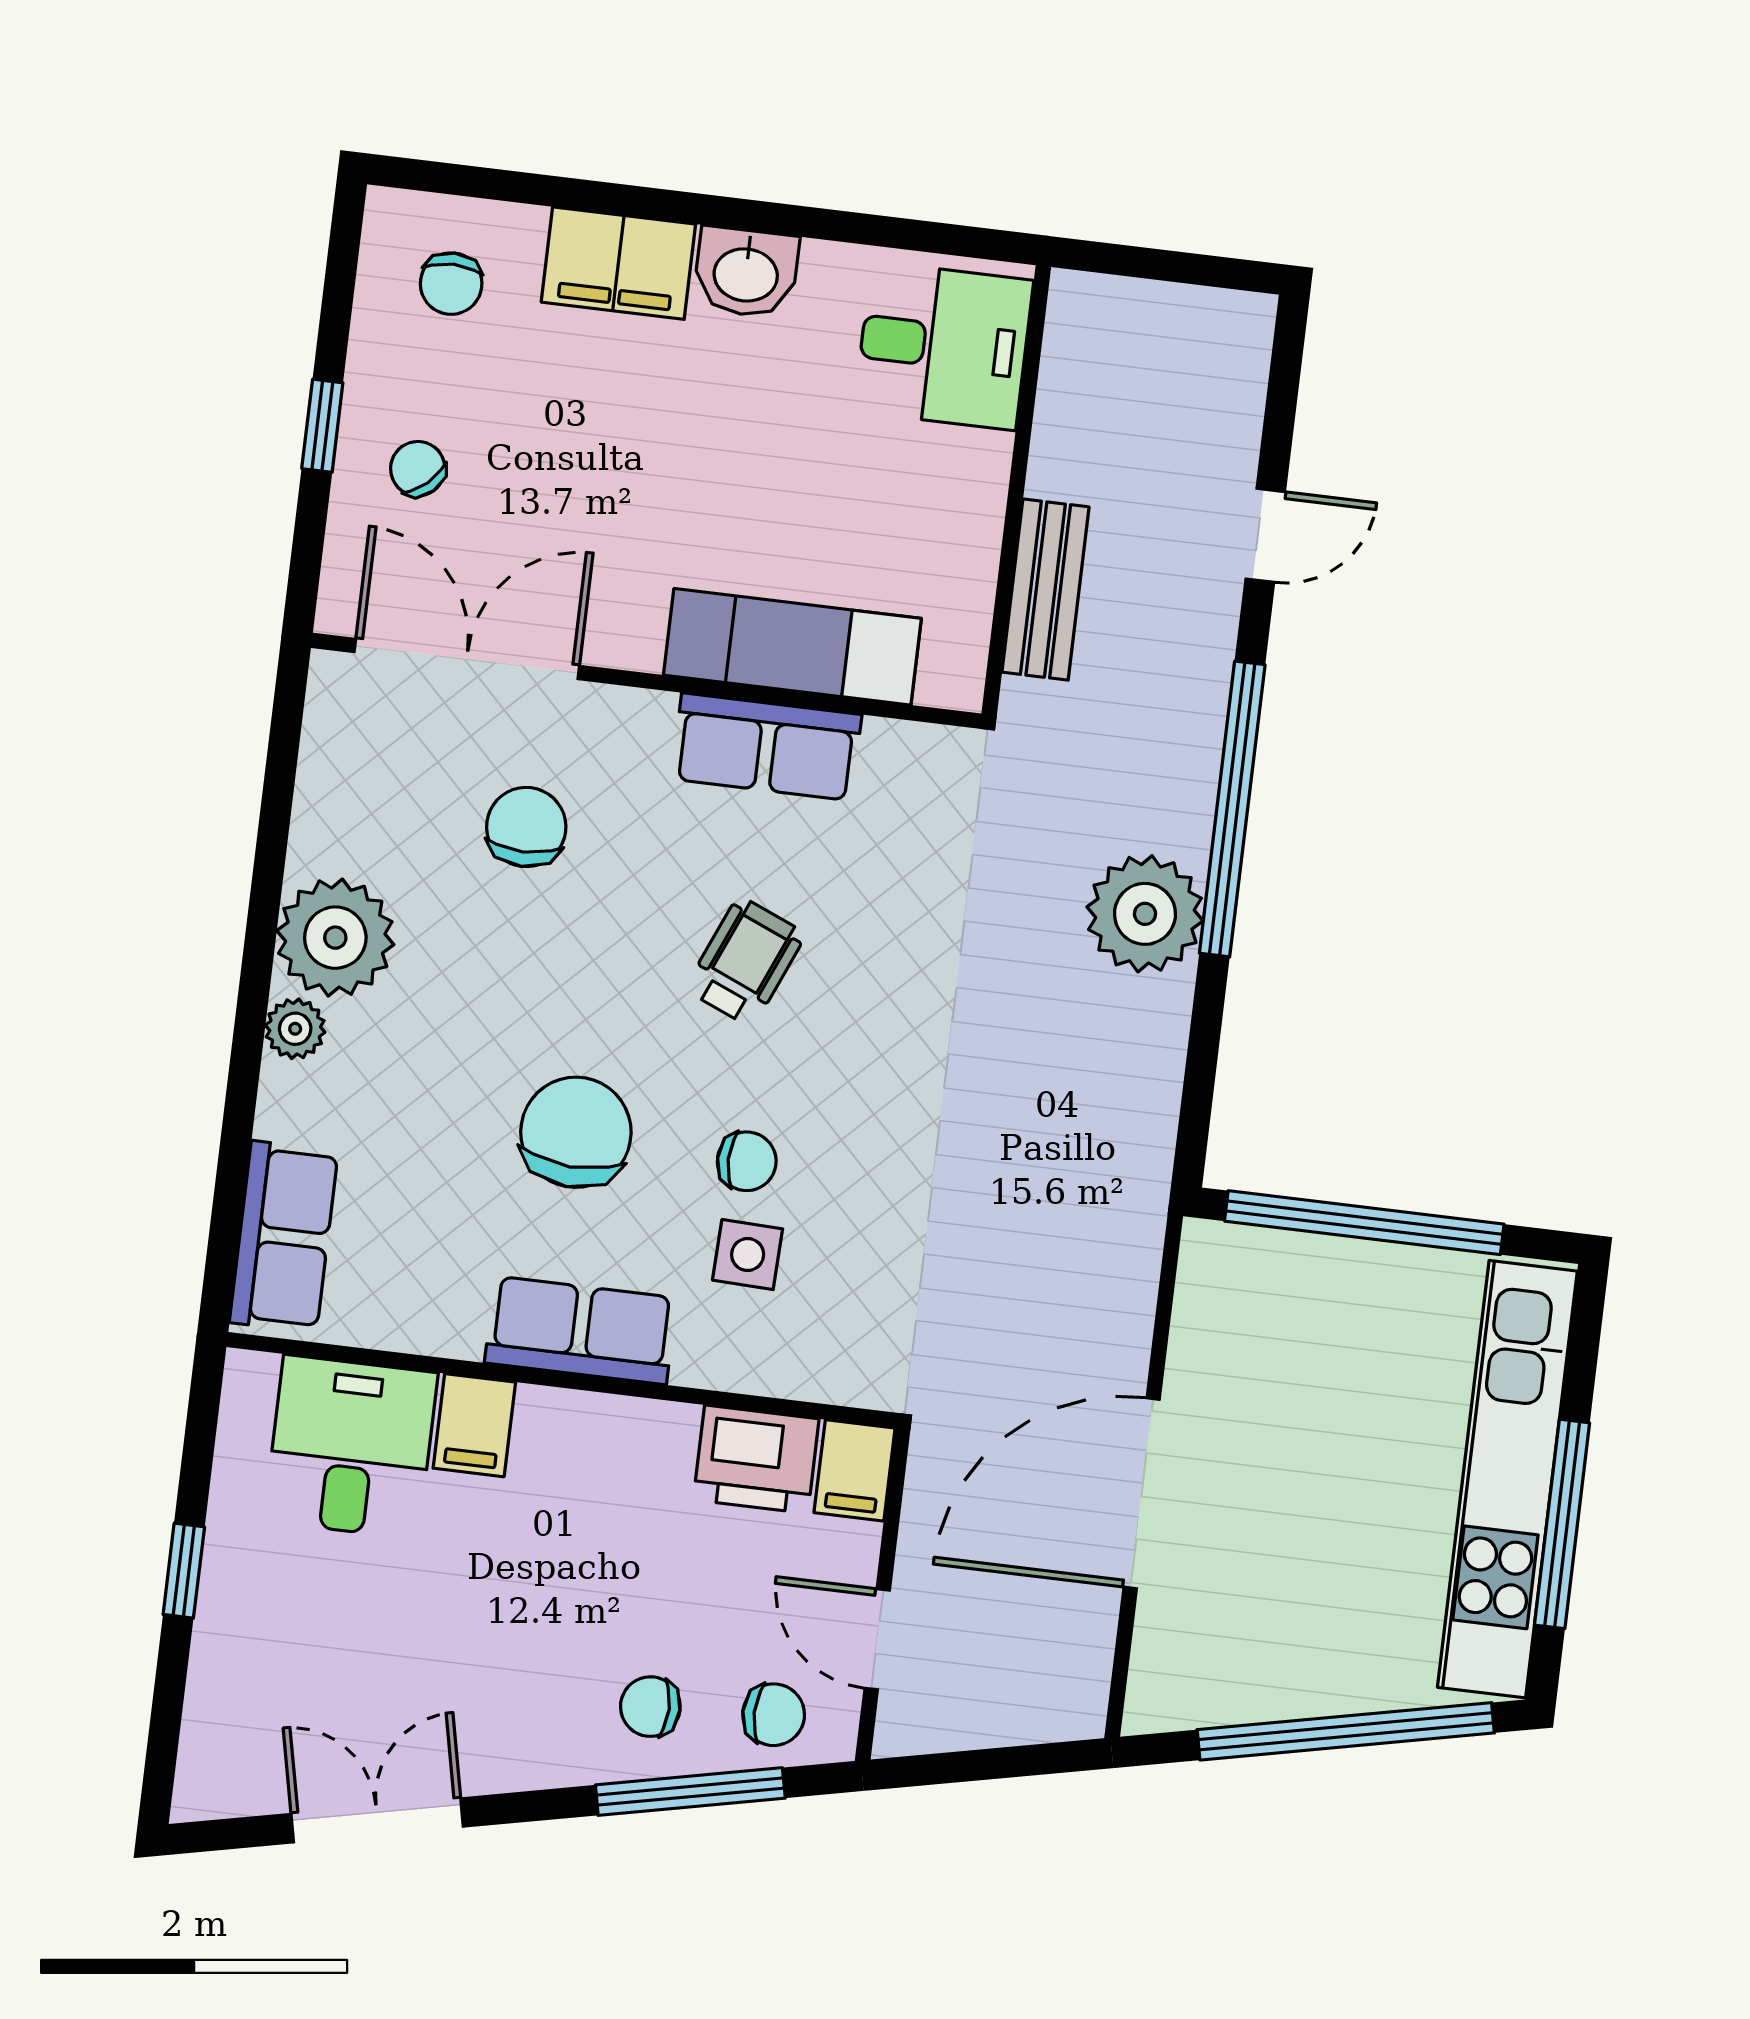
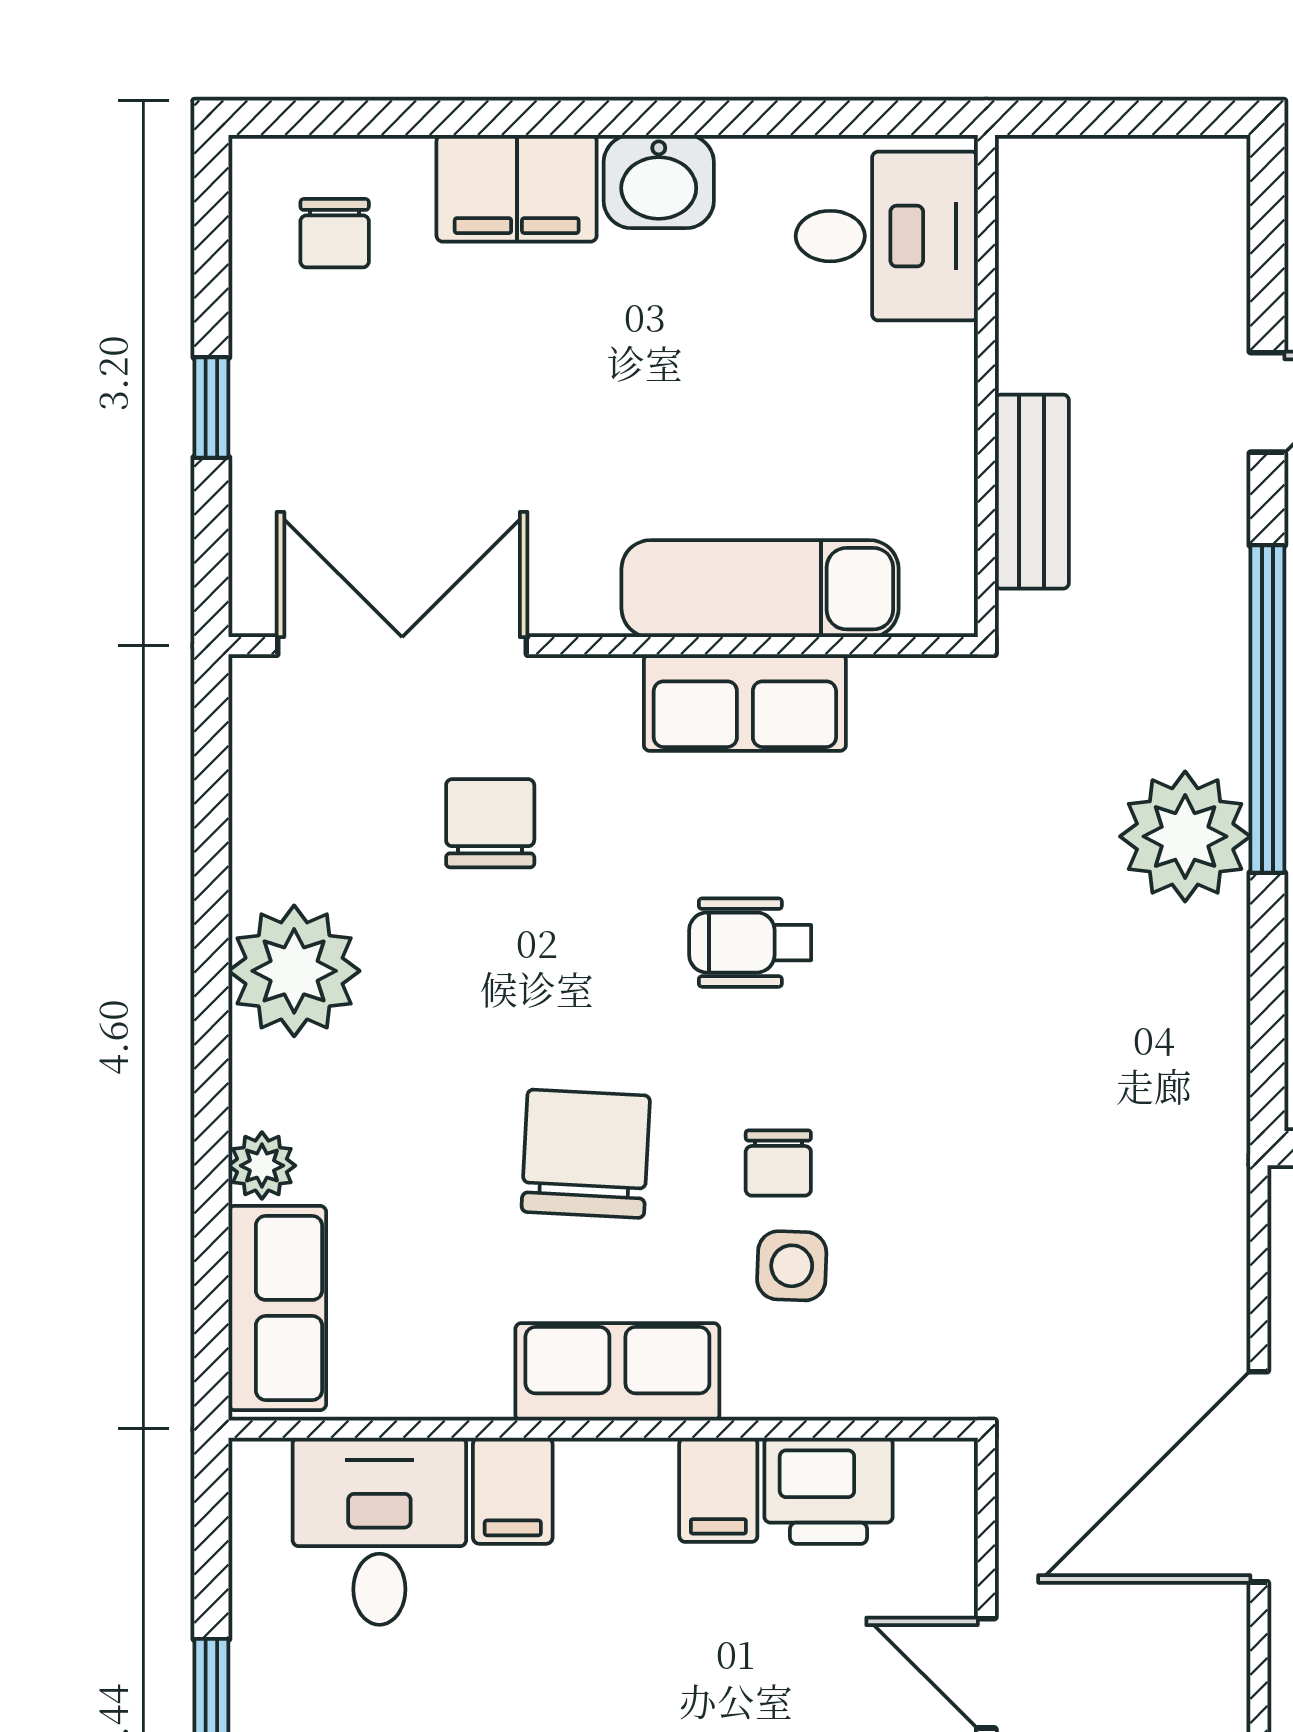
chair: (418, 469) -> (322, 442), removed
wheelchair: (745, 962) -> (750, 943), turned -113
plant: (295, 1029) -> (262, 1166), moved
chair: (747, 1161) -> (778, 1163), turned 90
filing cabinet: (855, 1470) -> (718, 1490), moved

